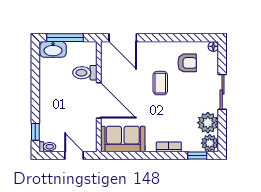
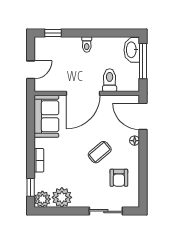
door: (123, 38) -> (143, 116), hinge flipped
floor lamp: (213, 46) -> (135, 141), moved
coffee table: (160, 83) -> (100, 152), turned -40
sliding door: (222, 92) -> (106, 211), moved
toilet: (47, 147) -> (87, 44), moved

